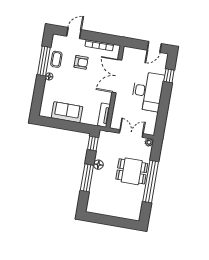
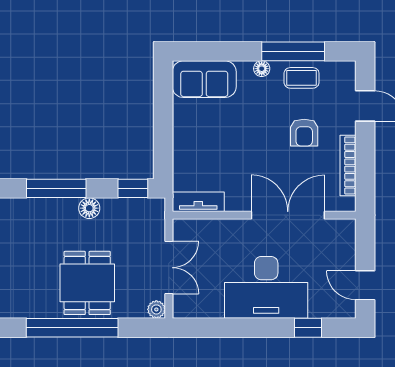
sofa: (67, 112) -> (204, 79), moved, turned 90

